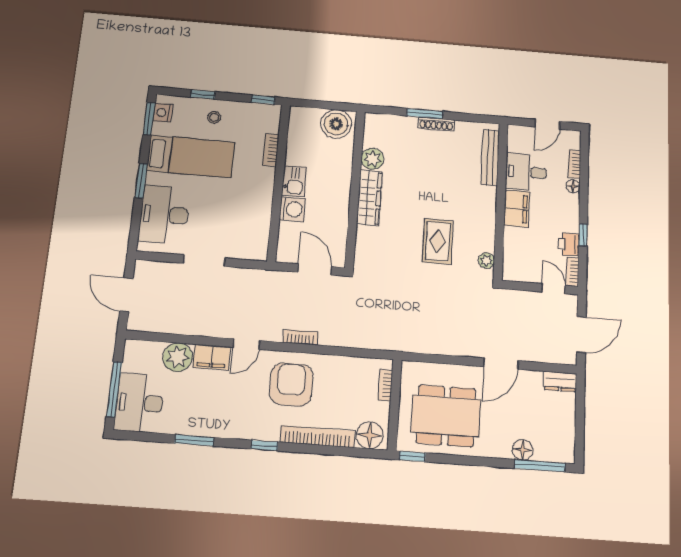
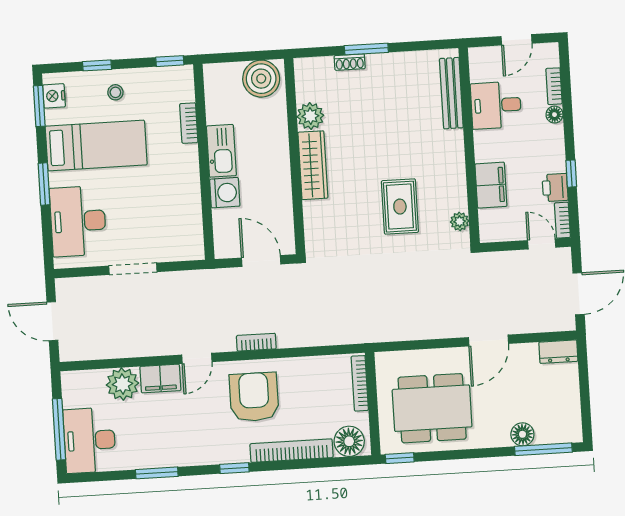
shoe rack: (436, 124) -> (350, 62), moved, width x0.70
kitchen sink: (294, 181) -> (221, 151), width x1.38
filing cabinet: (517, 209) -> (491, 185), moved
bookcase: (385, 385) -> (360, 383), width x1.56

